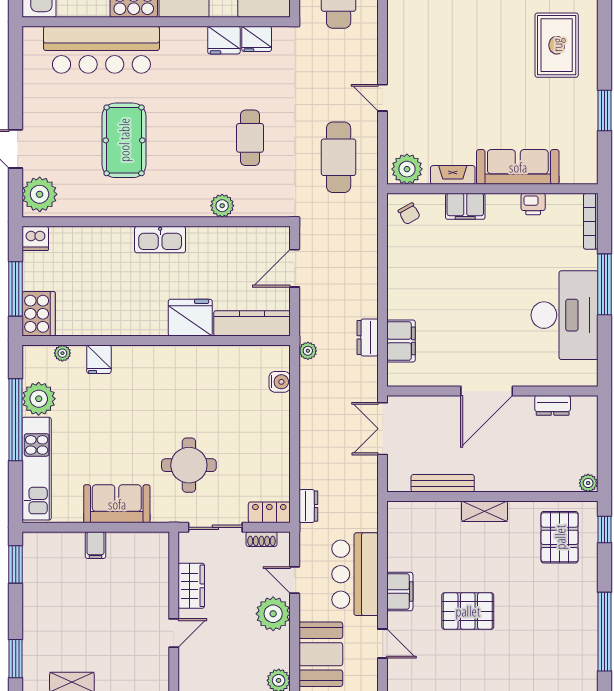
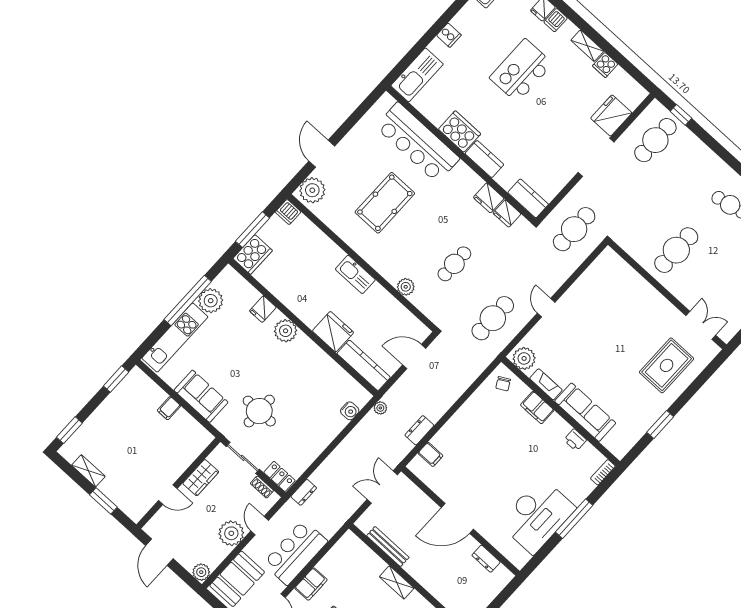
bookcase: (591, 221) -> (603, 472), width x0.64
filing cabinet: (401, 341) -> (430, 454), width x0.50
plant: (62, 353) -> (286, 331), moved, width x1.87, depth x1.87

